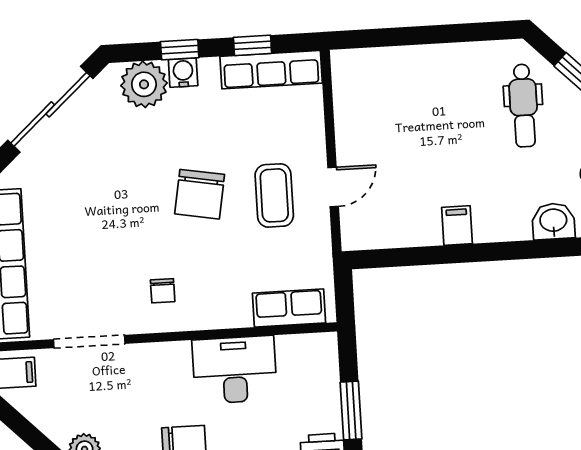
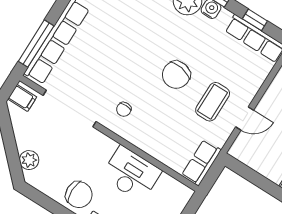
row of seats: (289, 308) -> (201, 163), moved, turned -90
doorway: (89, 341) -> (70, 108), width x1.36

